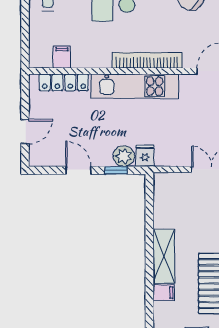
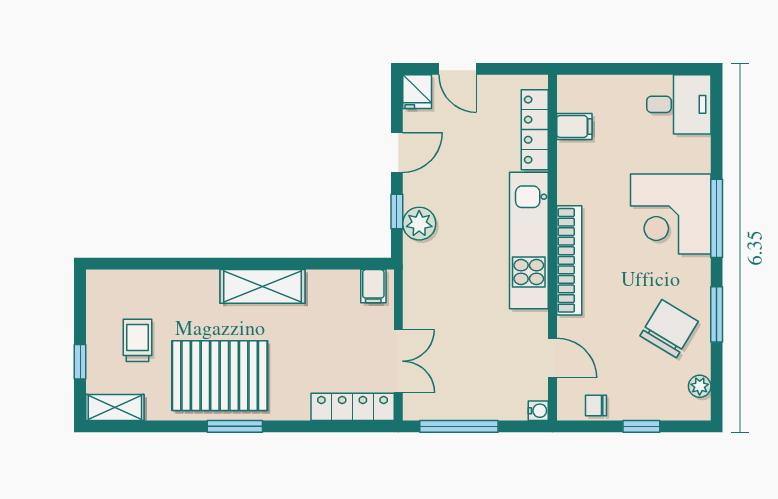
fridge: (145, 156) -> (417, 92), moved, turned 90
filing cabinet: (164, 293) -> (373, 286), moved

